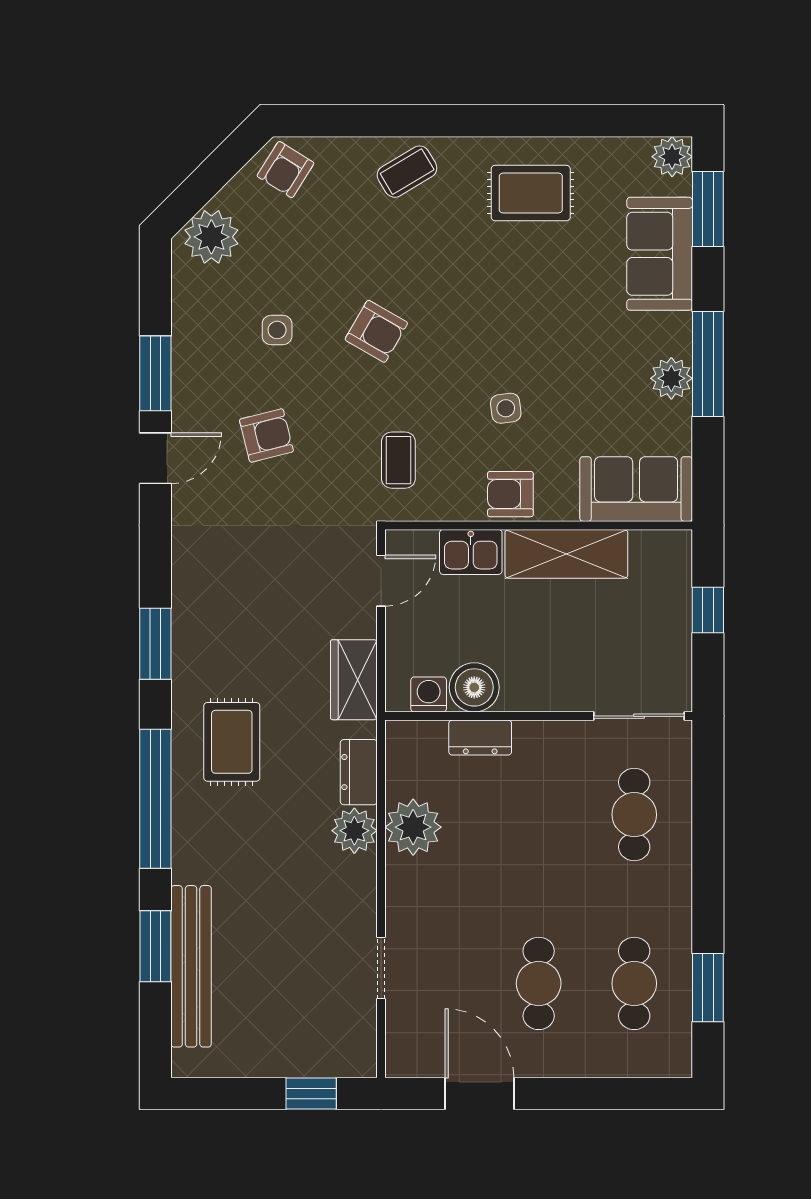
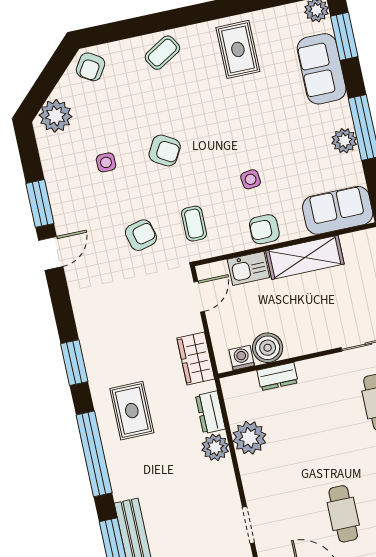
rug: (531, 193) -> (238, 49), turned 90
armchair: (266, 435) -> (141, 235), moved

